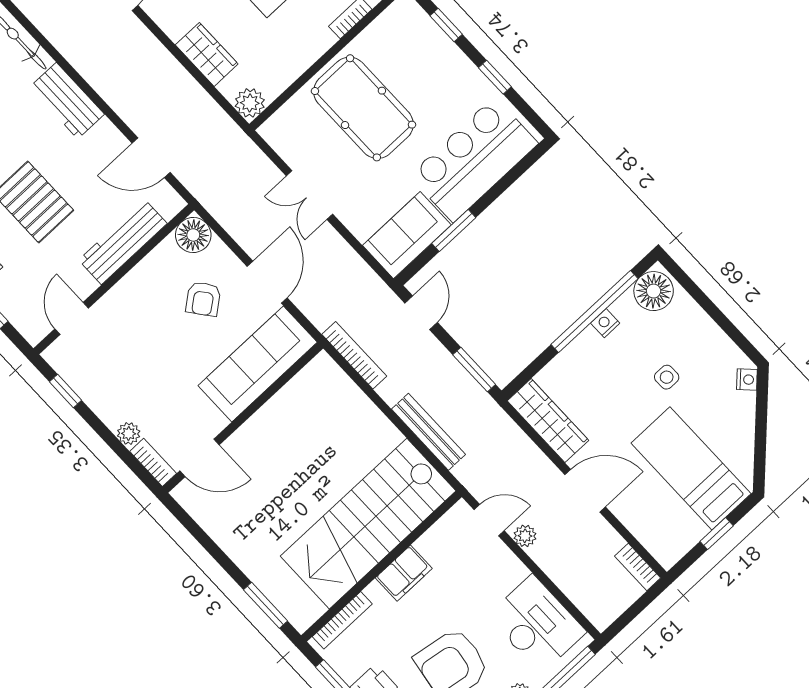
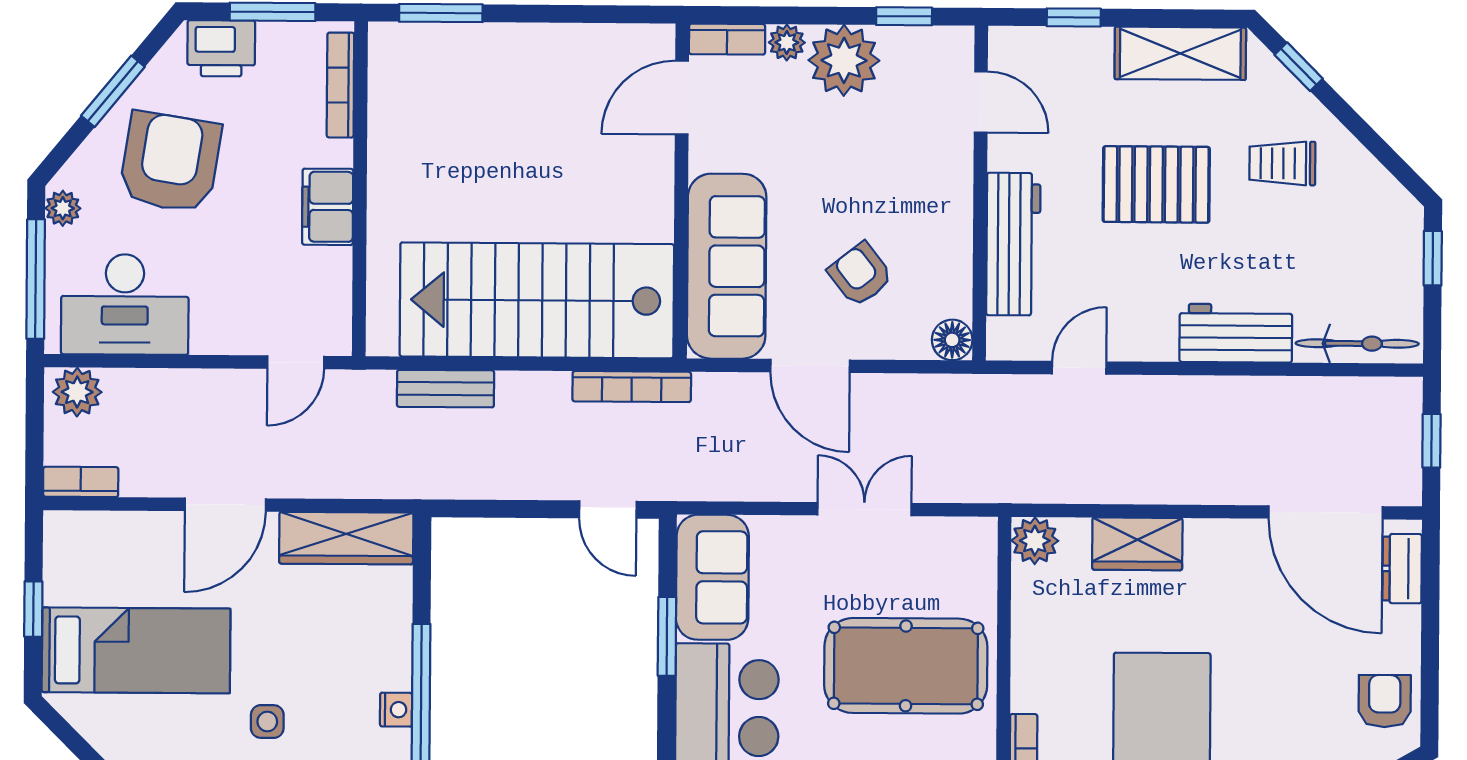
door: (151, 158) -> (1079, 368), width x0.73
floor lamp: (193, 235) -> (952, 340), width x0.73, depth x0.73
window: (474, 370) -> (485, 509), removed
plant: (112, 399) -> (844, 60), added
bench: (428, 432) -> (446, 389), width x0.73
stairs: (368, 524) -> (537, 300), moved, turned -90
plant: (525, 536) -> (77, 392), moved, width x1.38, depth x1.38

